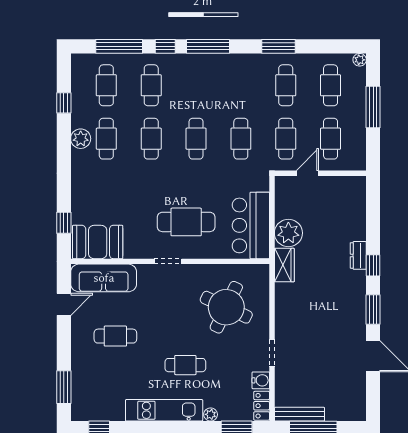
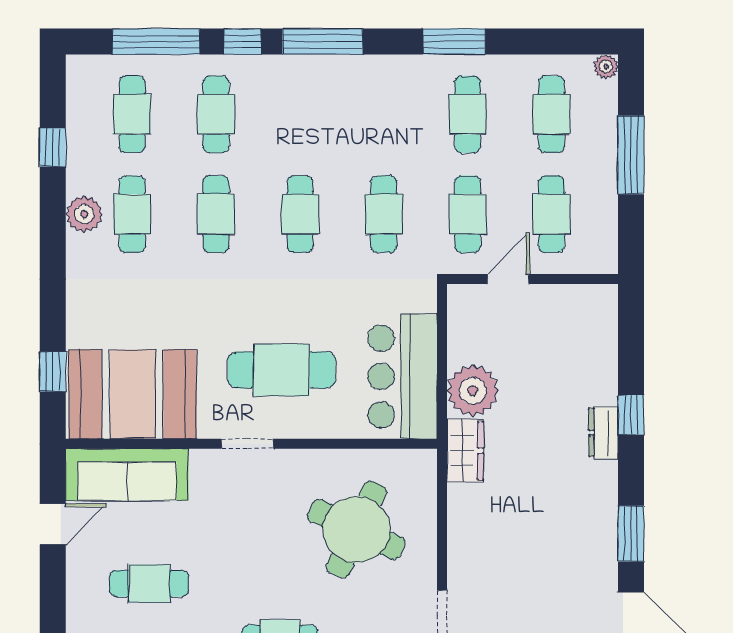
booth: (98, 242) -> (133, 394), width x1.36, depth x1.42
window: (373, 265) -> (631, 415), moved

